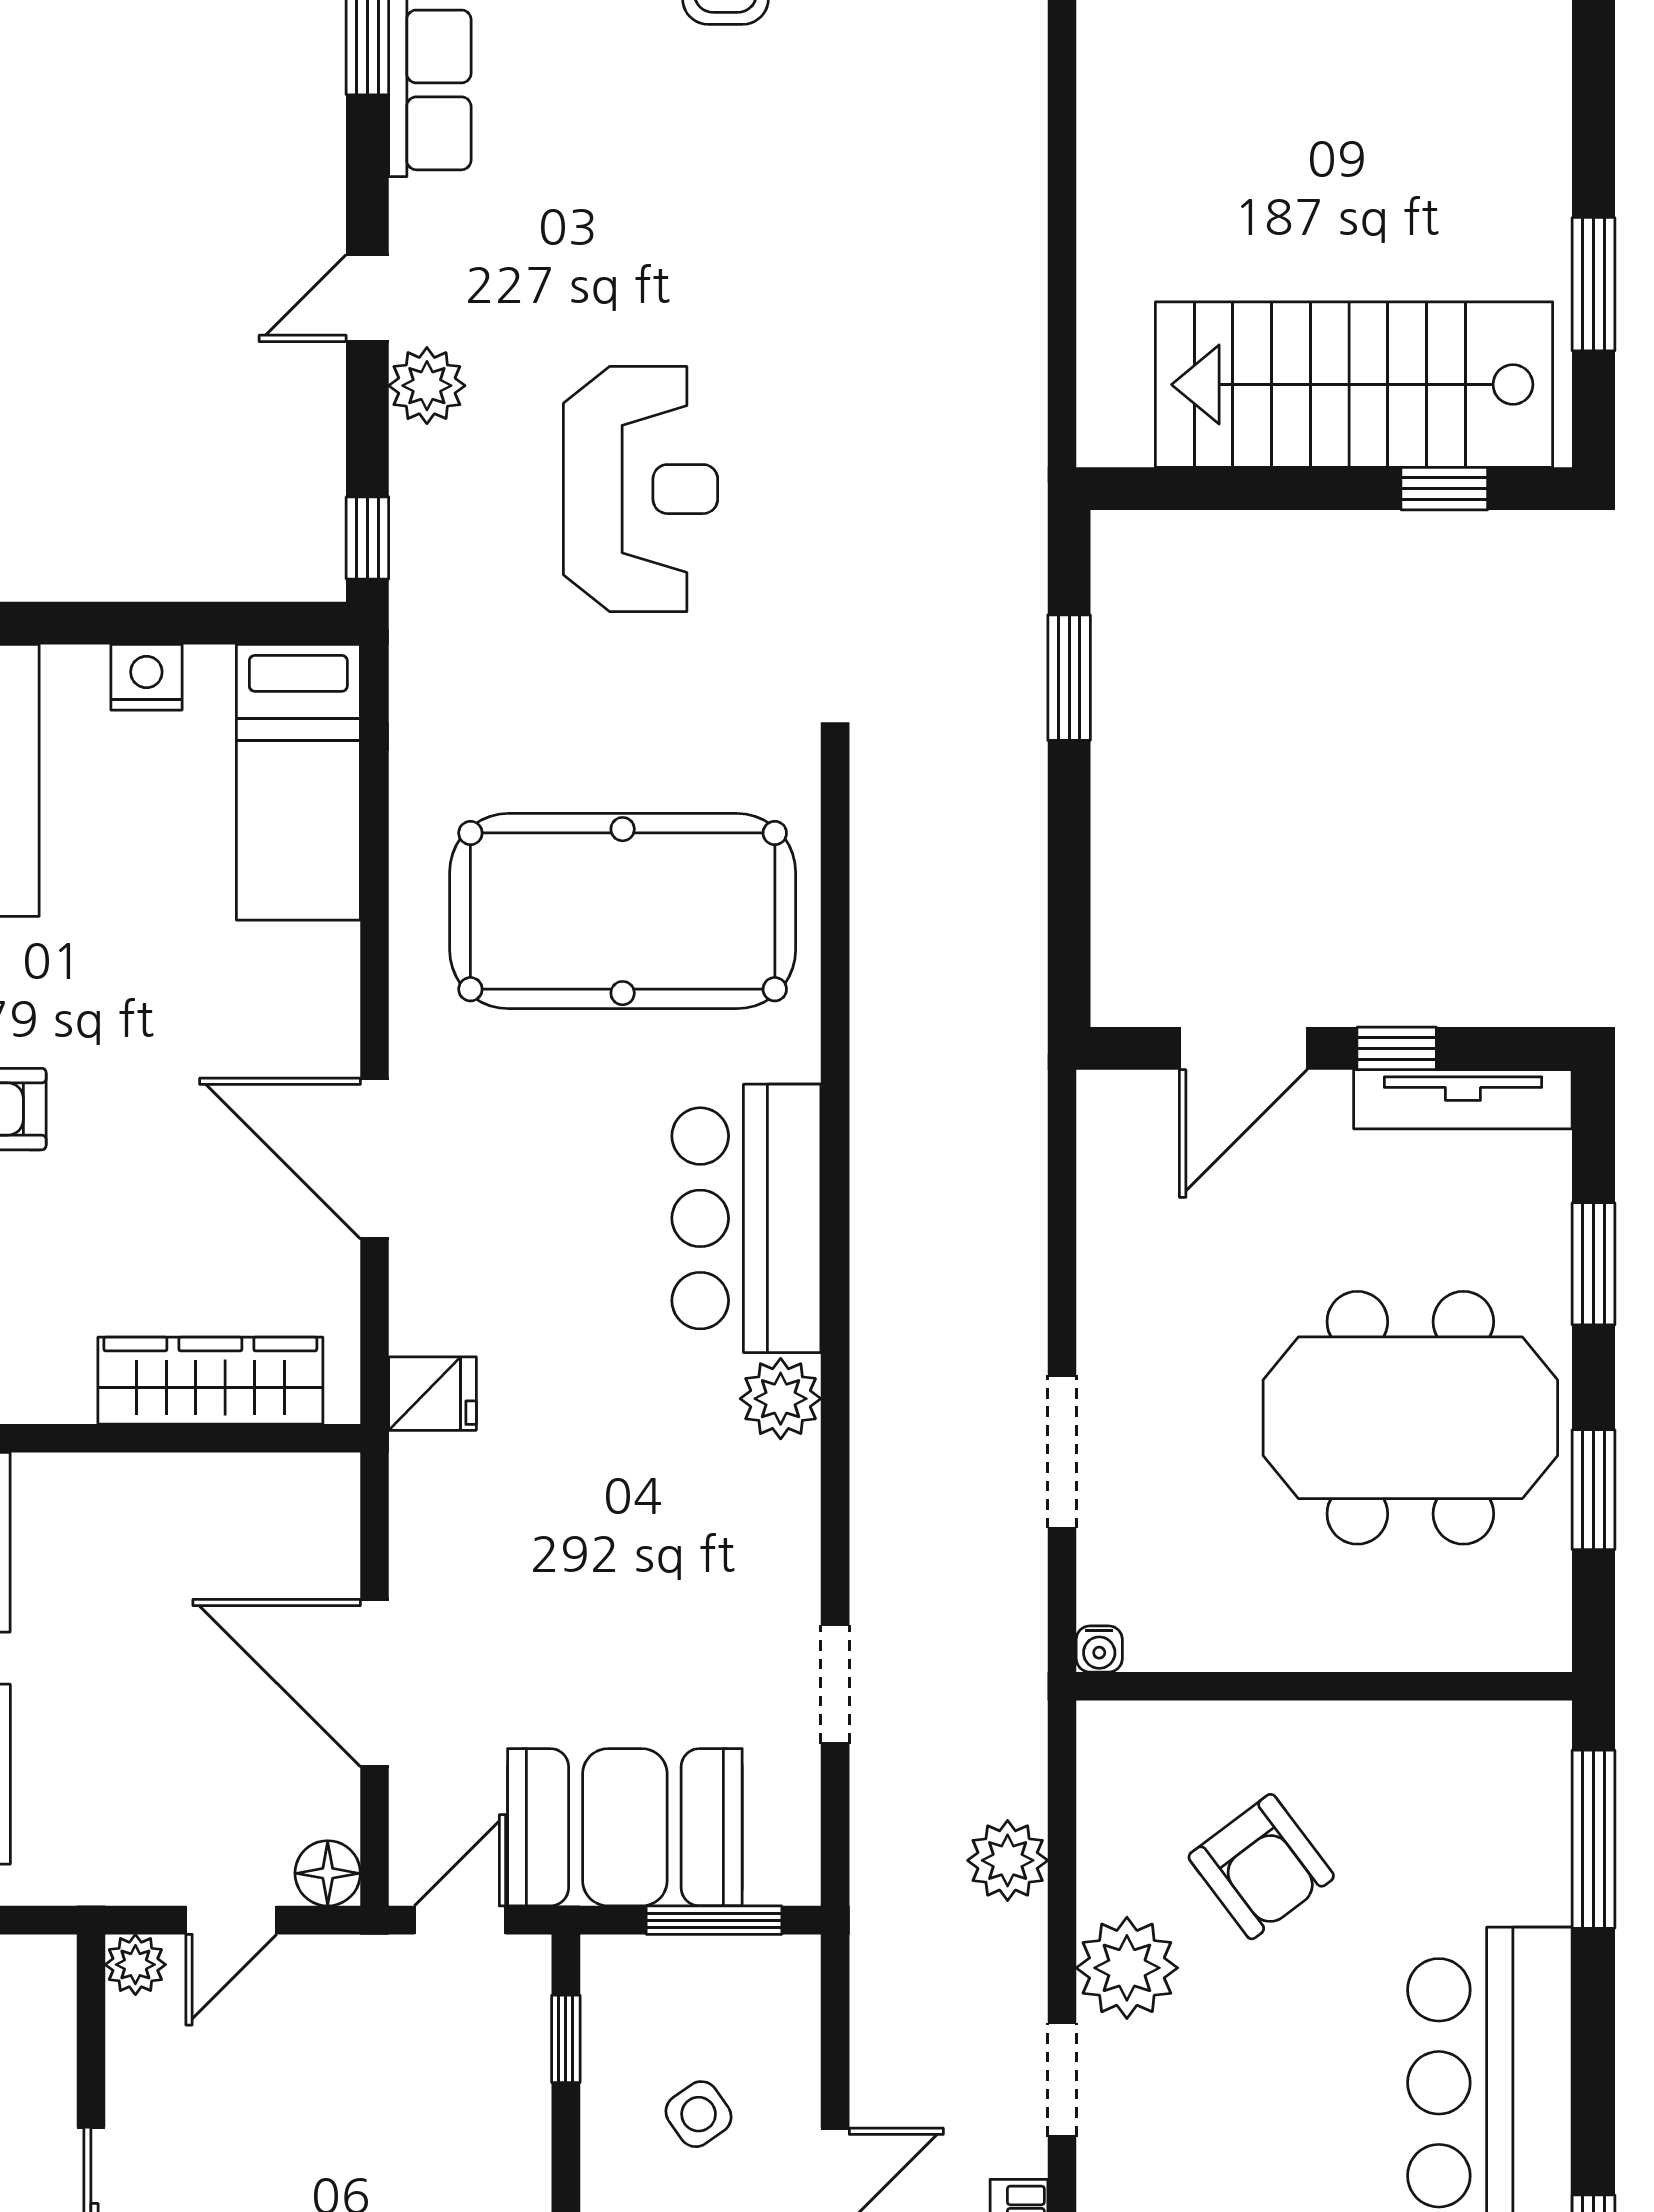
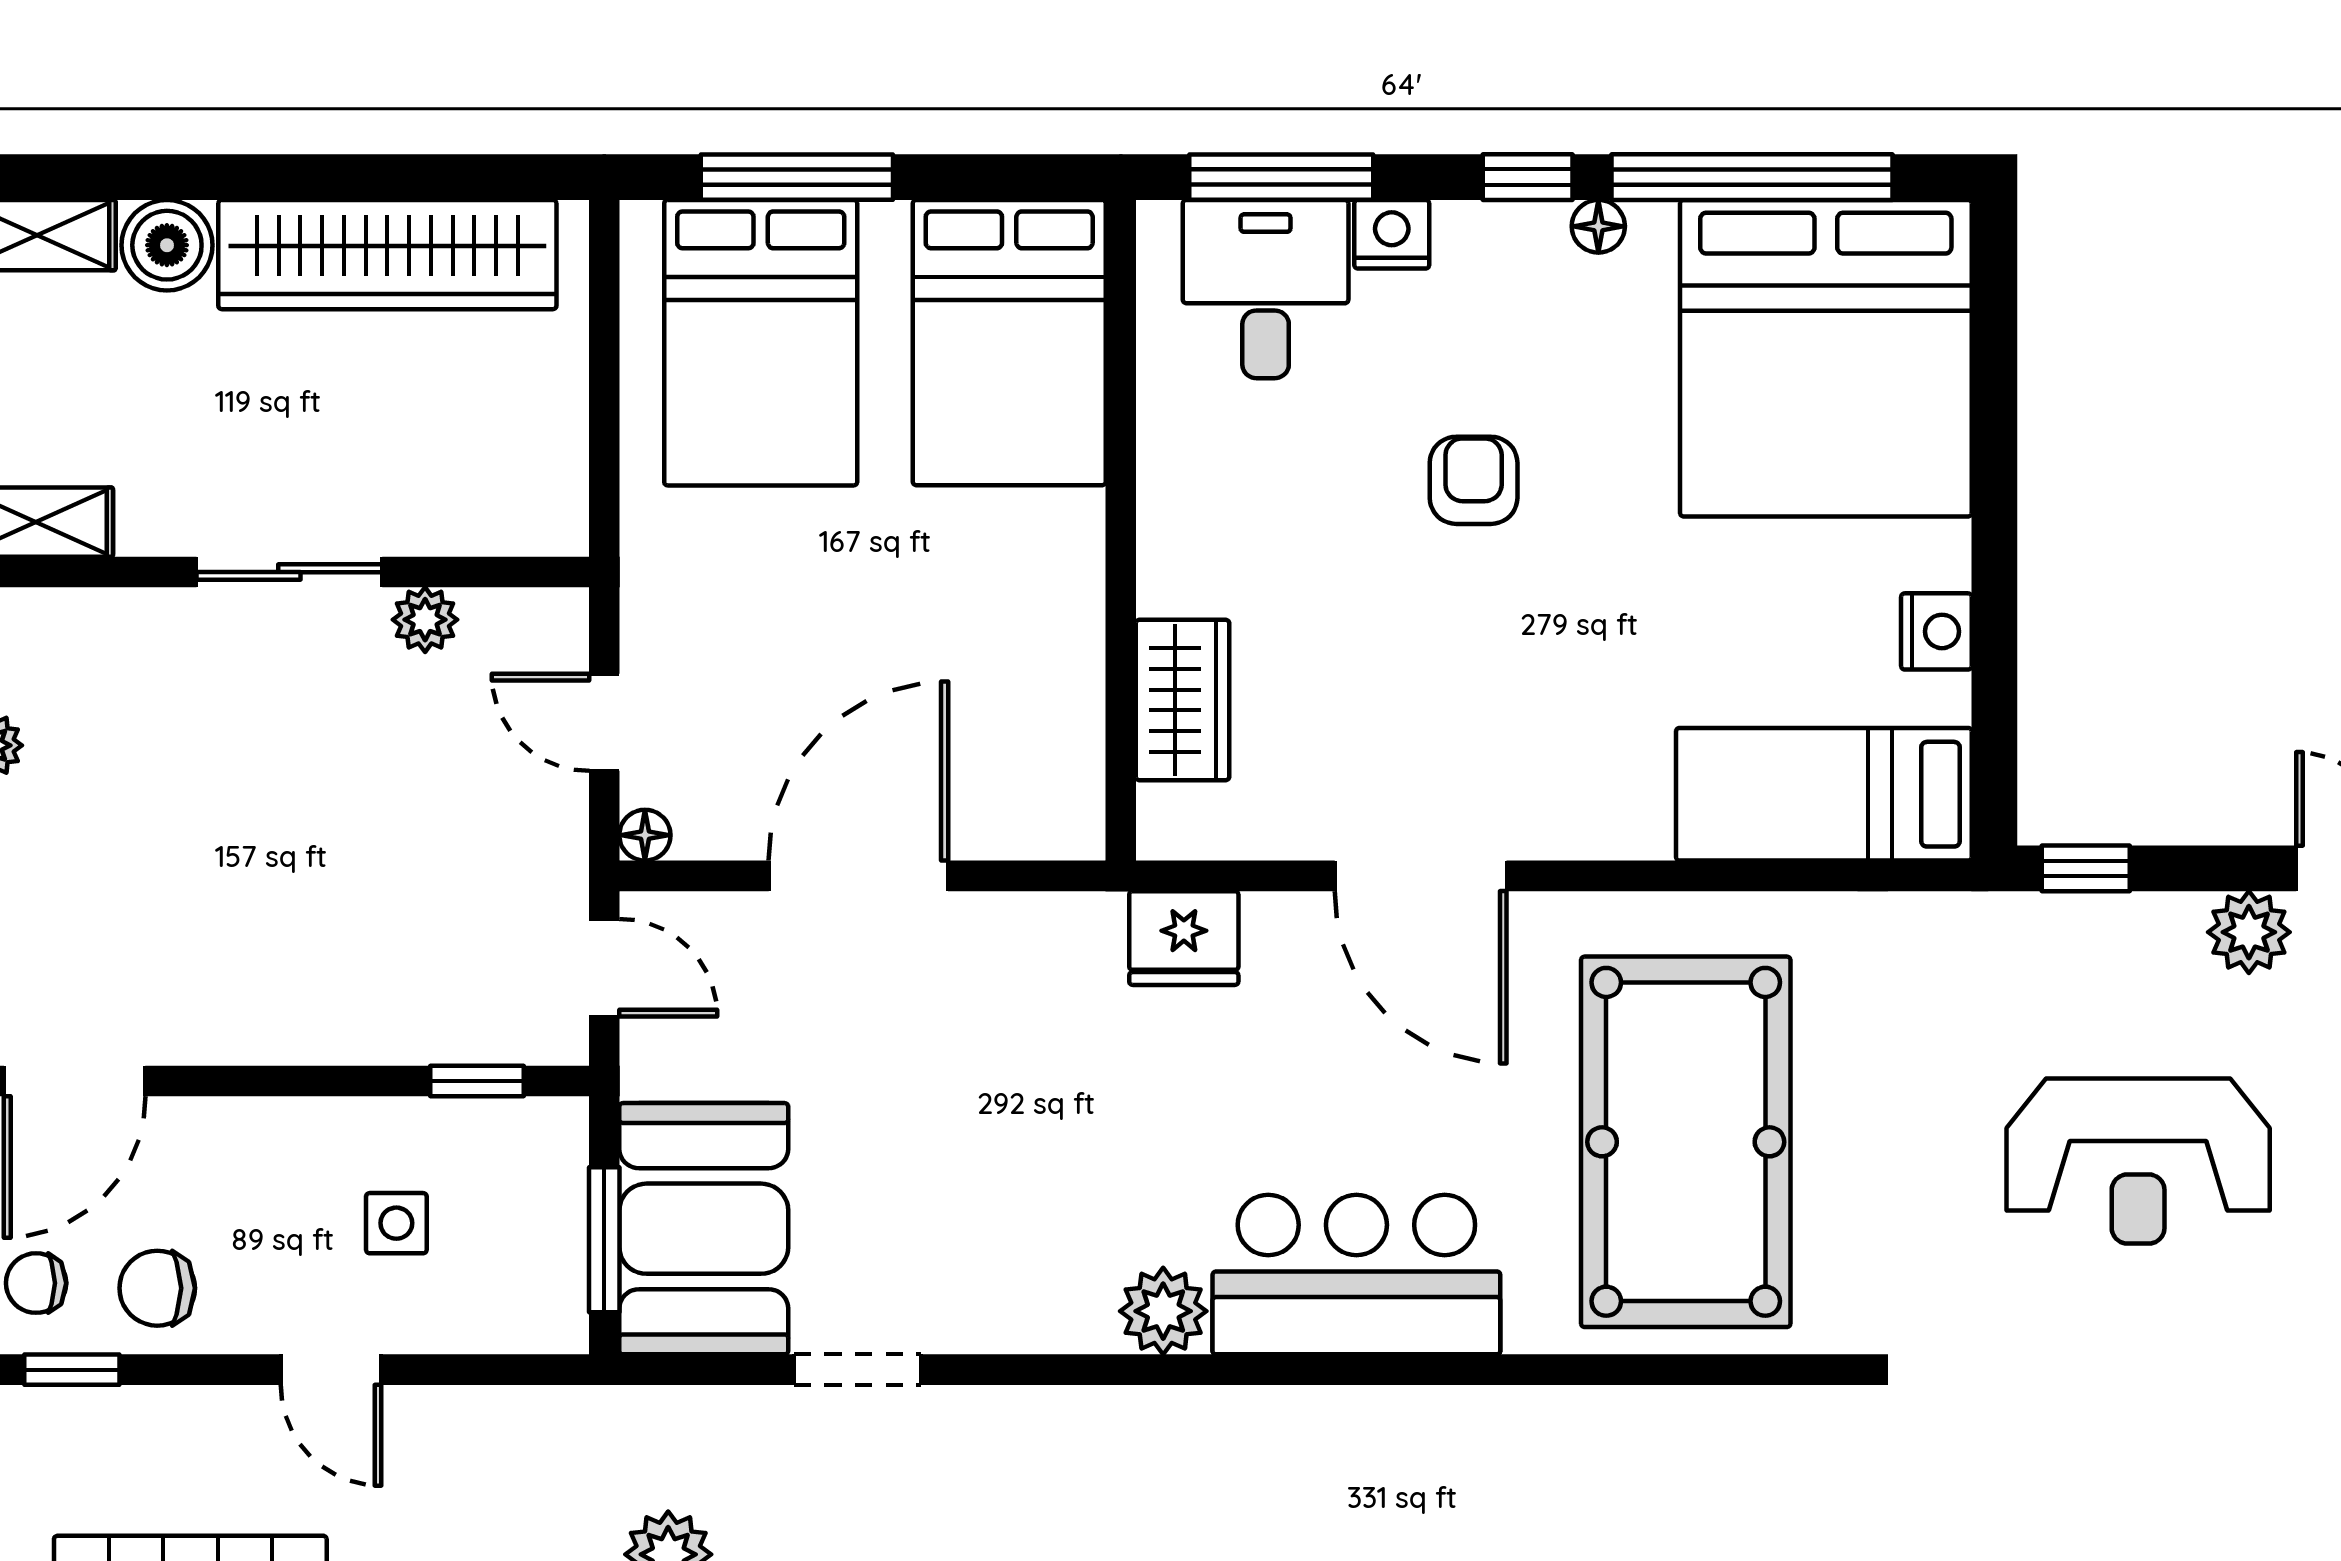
door: (374, 1158) -> (1421, 876), swing flipped
wardrobe: (210, 1381) -> (1183, 700), width x0.67
fridge: (432, 1394) -> (1184, 938), width x1.38
booth: (625, 1827) -> (704, 1229), moved
floor lamp: (328, 1873) -> (645, 835), width x0.73, depth x0.73
plant: (135, 1965) -> (425, 620), moved
side table: (699, 2114) -> (396, 1223), turned 35

